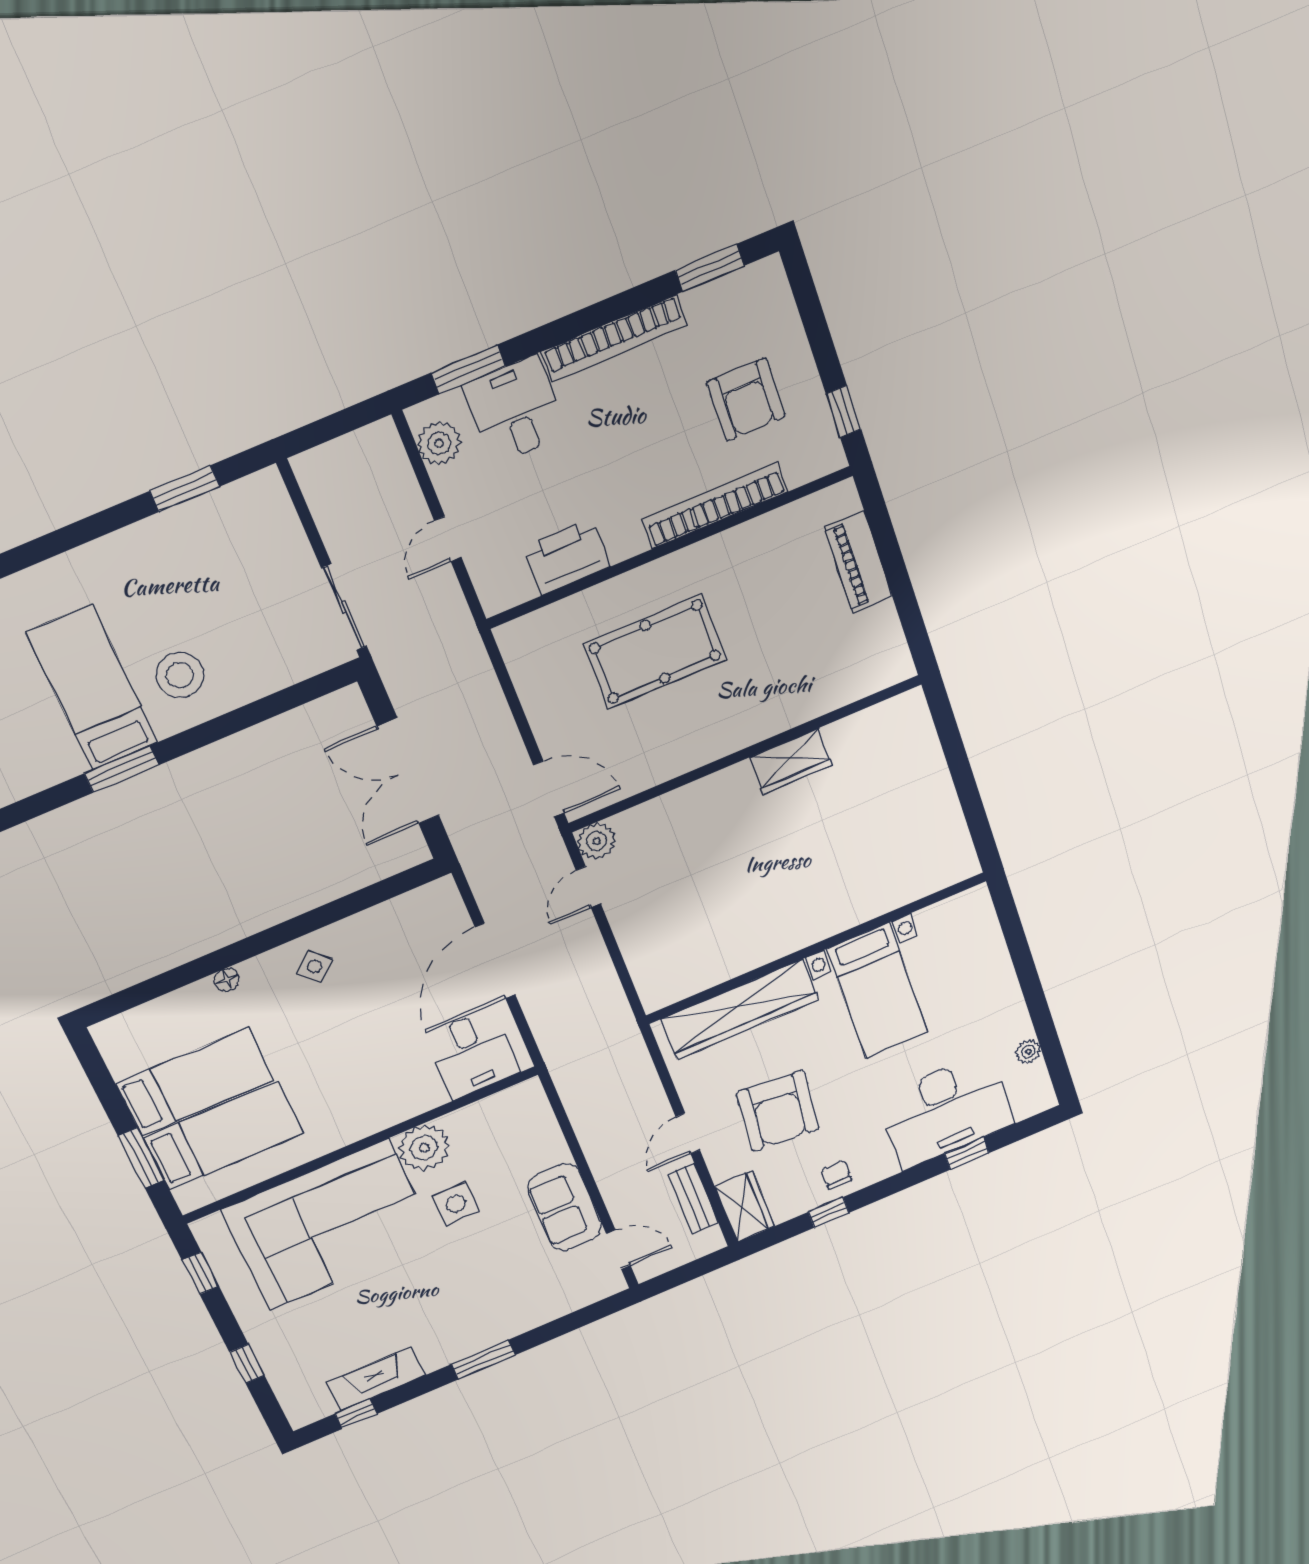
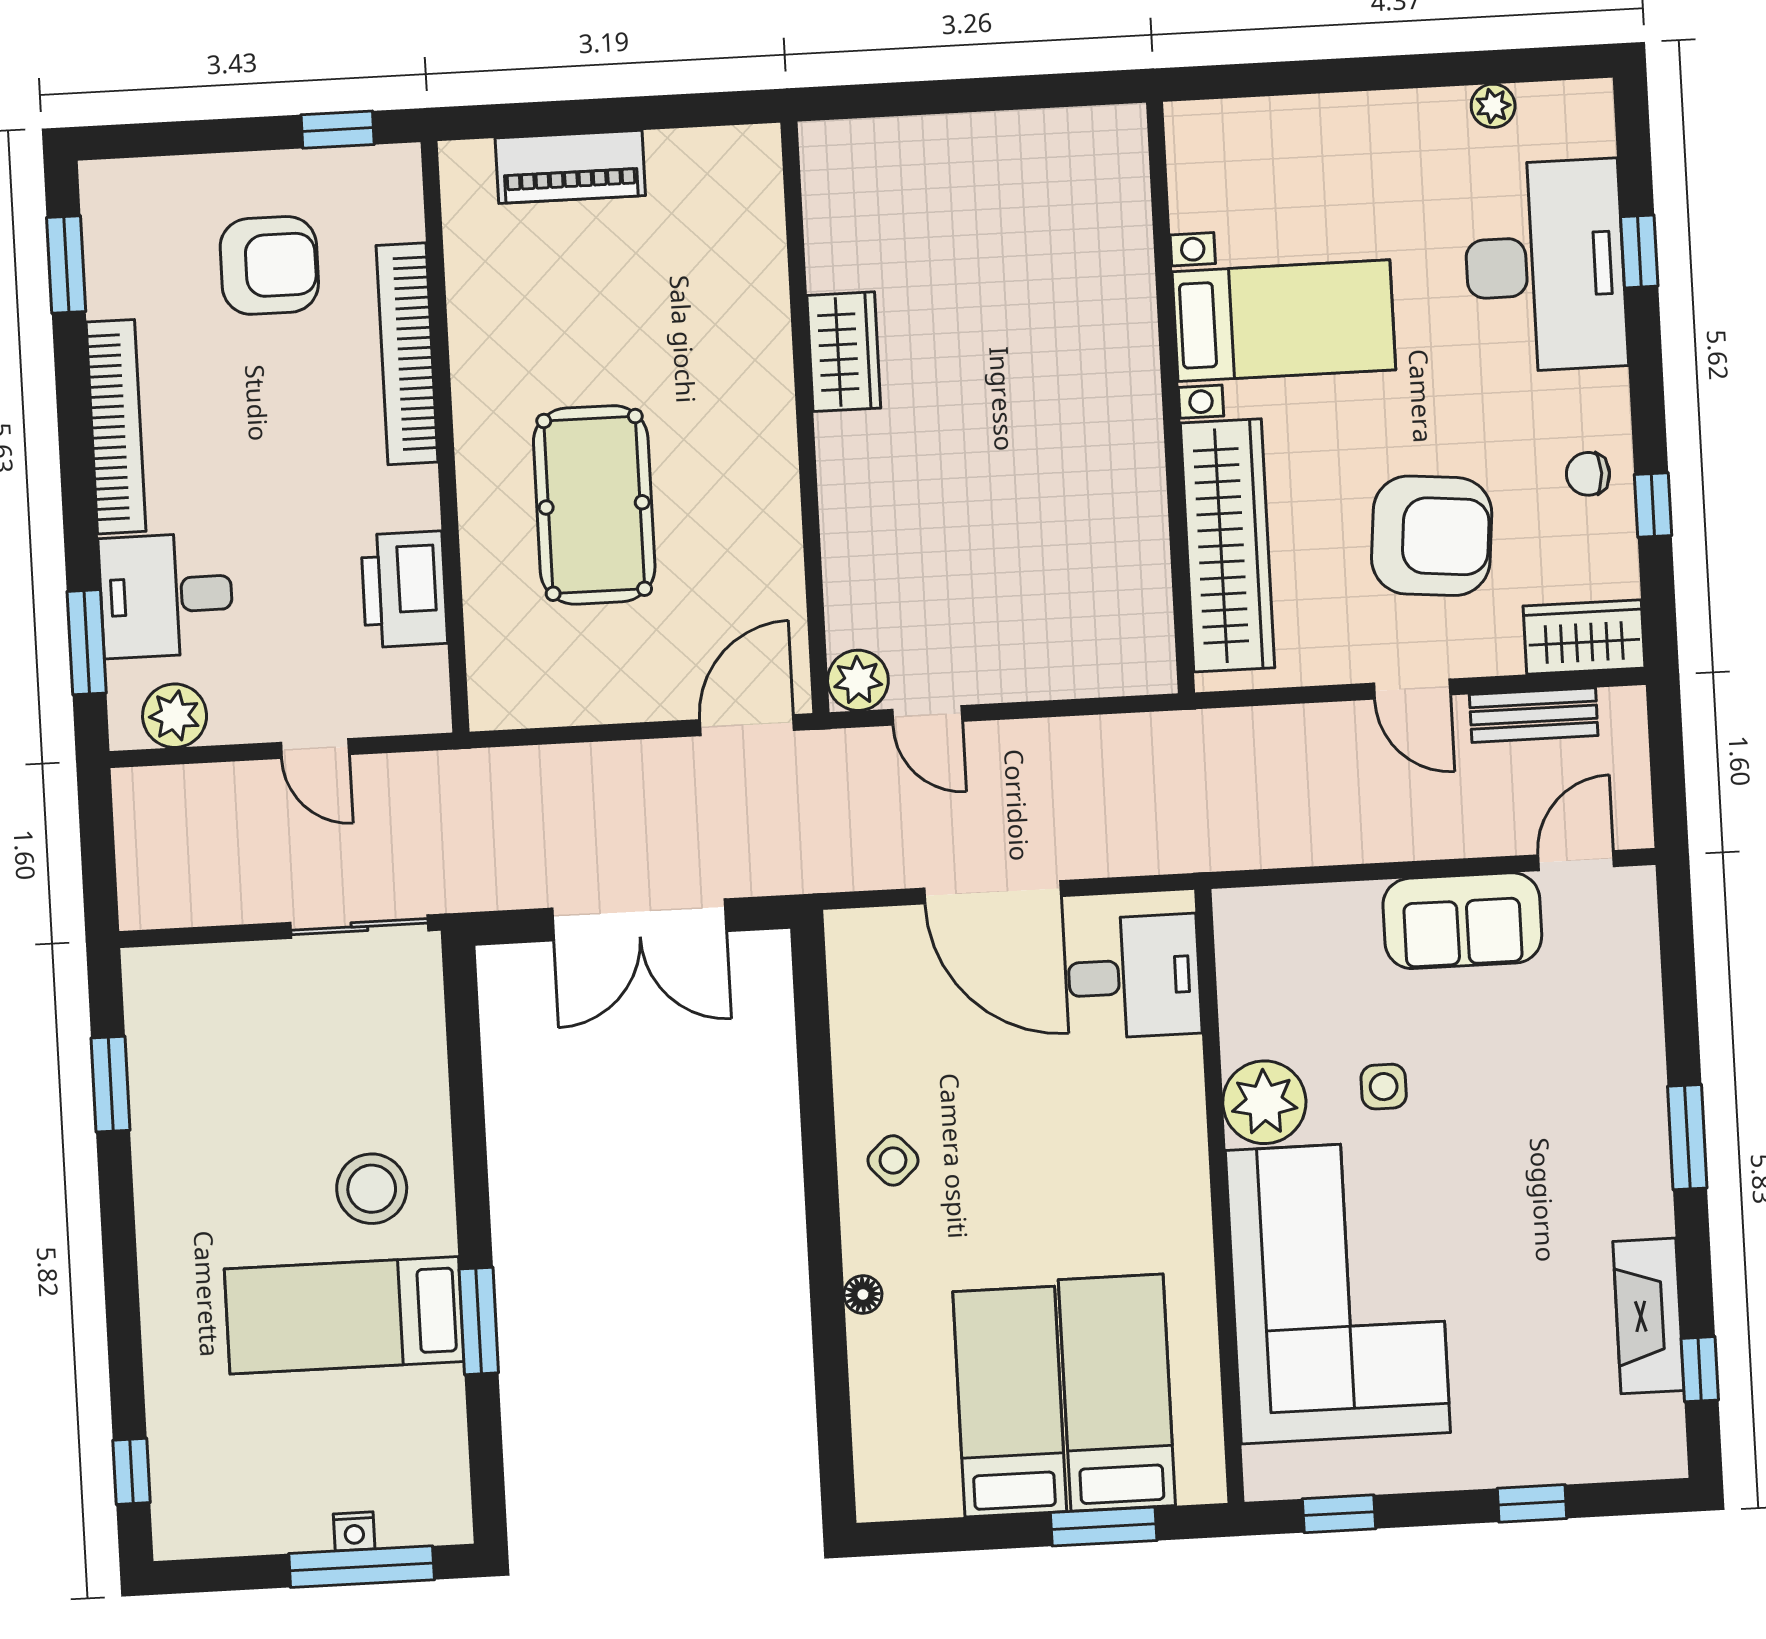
side table: (456, 1204) -> (1384, 1087), width x0.73, depth x0.73

